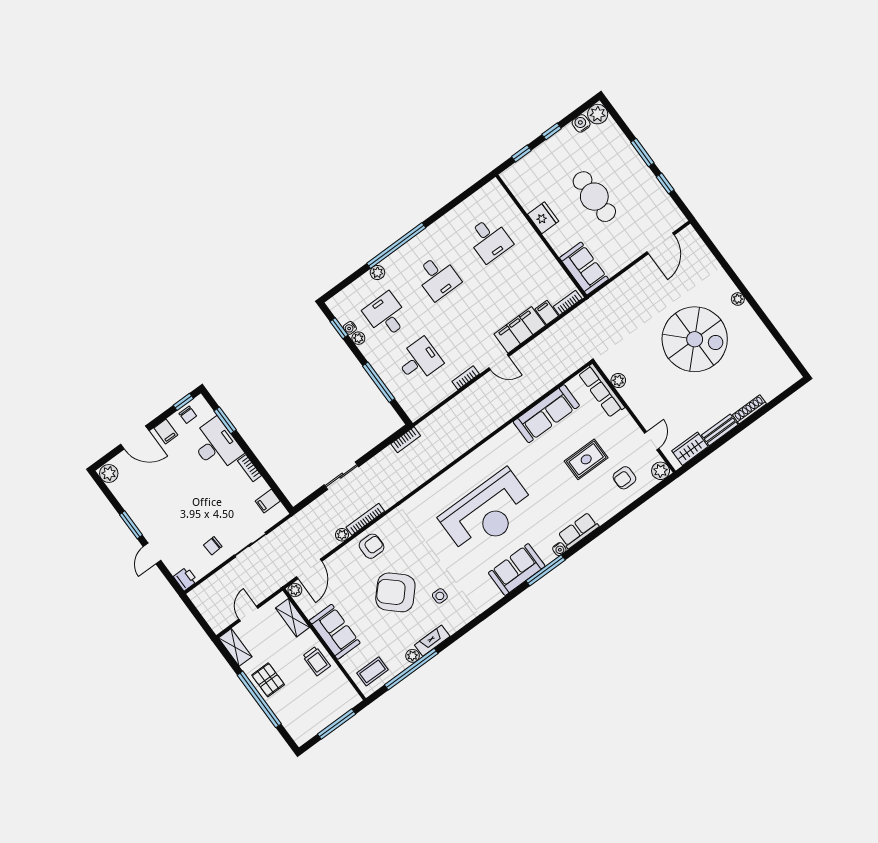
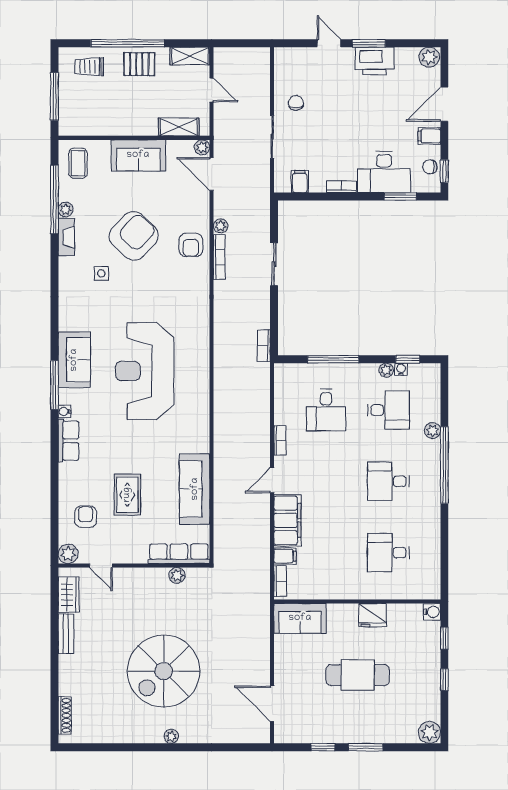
water cooler: (581, 123) -> (432, 612), moved
shoe rack: (749, 409) -> (65, 715), moved
printer: (185, 579) -> (375, 61), moved, width x1.87, depth x1.48
trolley: (316, 661) -> (89, 67), moved

